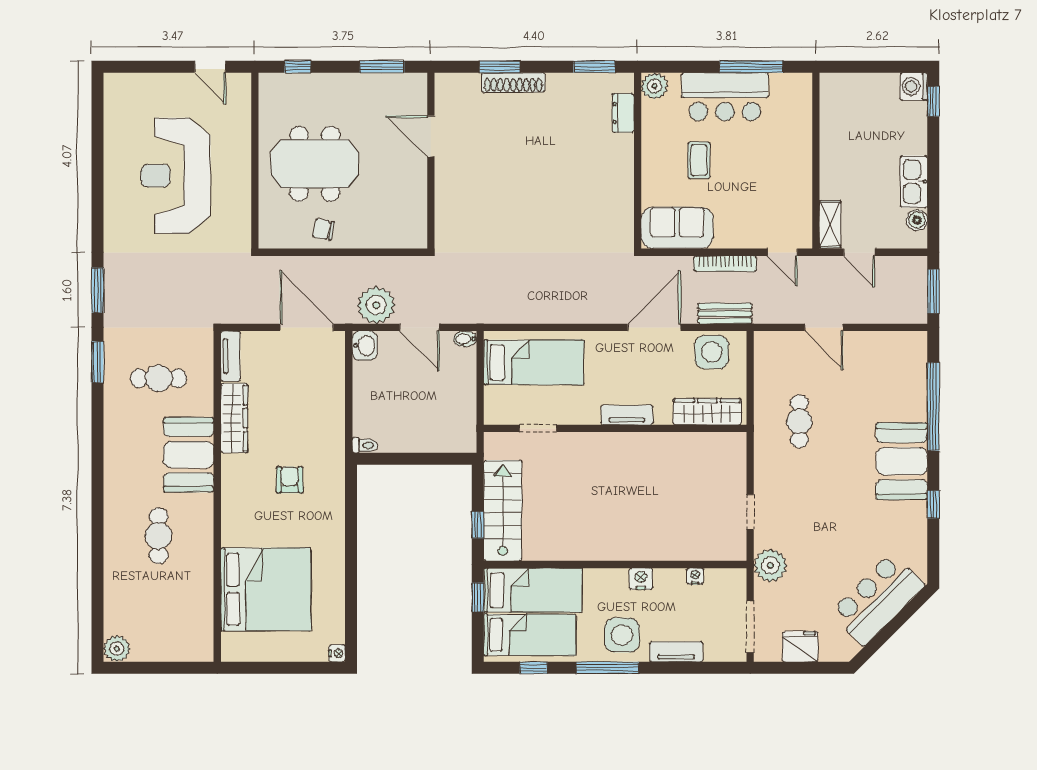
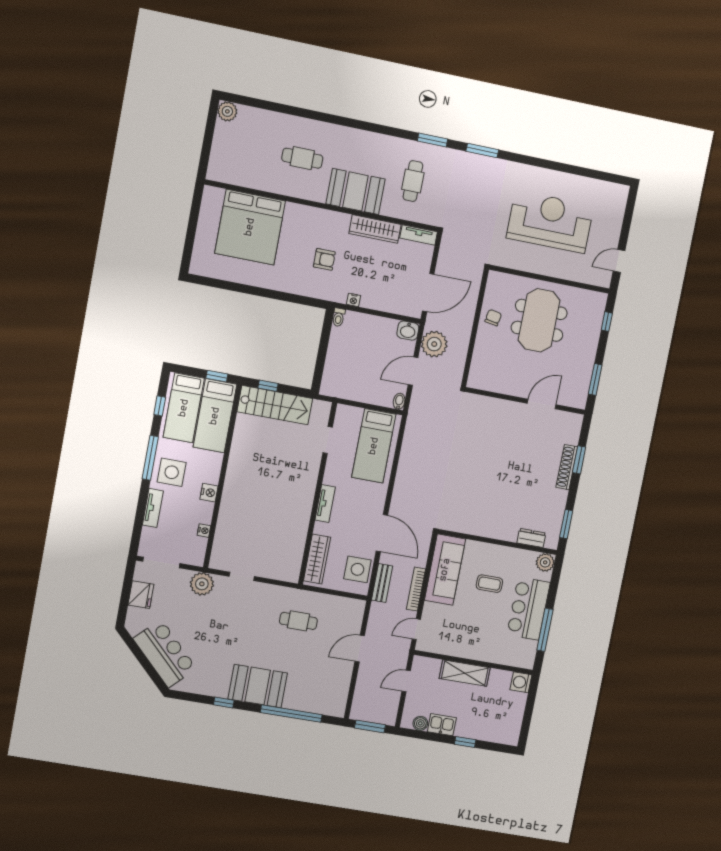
washing machine: (914, 86) -> (521, 682), moved, turned -90
window: (933, 101) -> (465, 742), moved
kitchen sink: (914, 182) -> (442, 725), width x0.73
shelving: (830, 224) -> (465, 673), moved, width x1.50, depth x1.33
sofa: (677, 228) -> (445, 570), width x1.36
nightstand: (337, 653) -> (354, 300), moved

